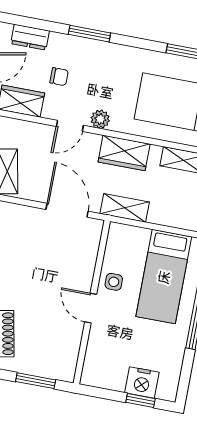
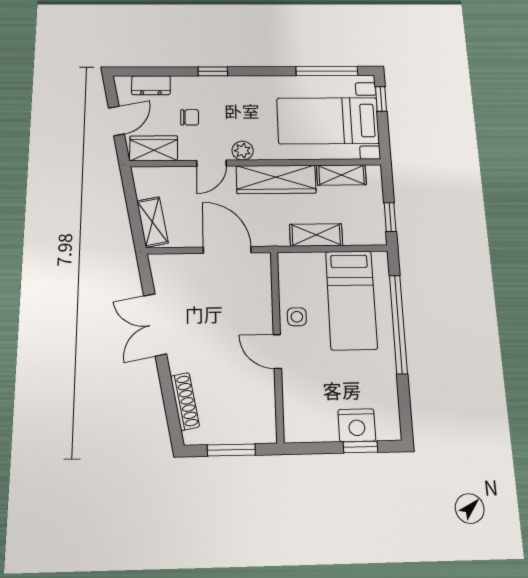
window: (89, 34) -> (213, 71), width x0.67
wardrobe: (124, 153) -> (276, 179), width x1.50
shelving: (125, 208) -> (316, 235), moved

